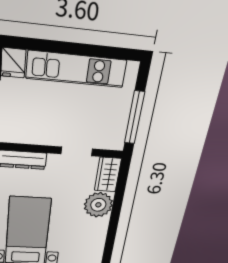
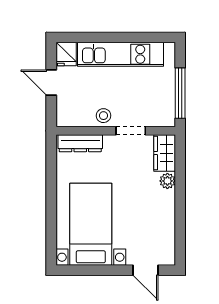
stool: (50, 134) -> (103, 116), added
plant: (98, 205) -> (167, 181), width x0.53, depth x0.53

